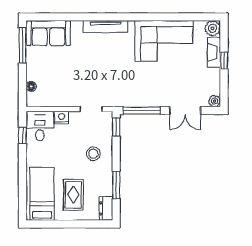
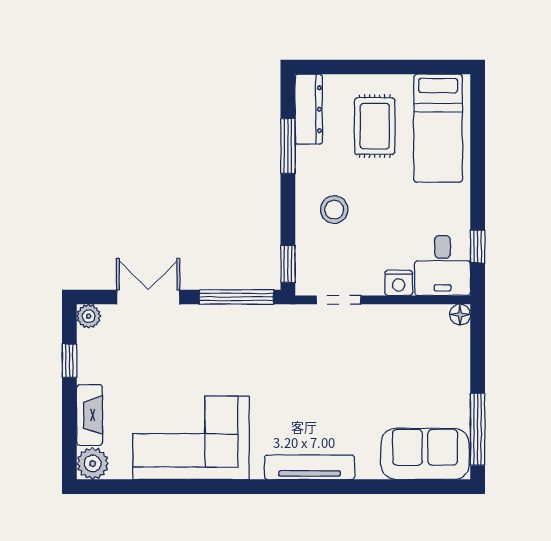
window: (224, 61) -> (69, 361), moved
floor lamp: (31, 86) -> (460, 314), moved
dresser: (106, 208) -> (309, 109), width x1.44

